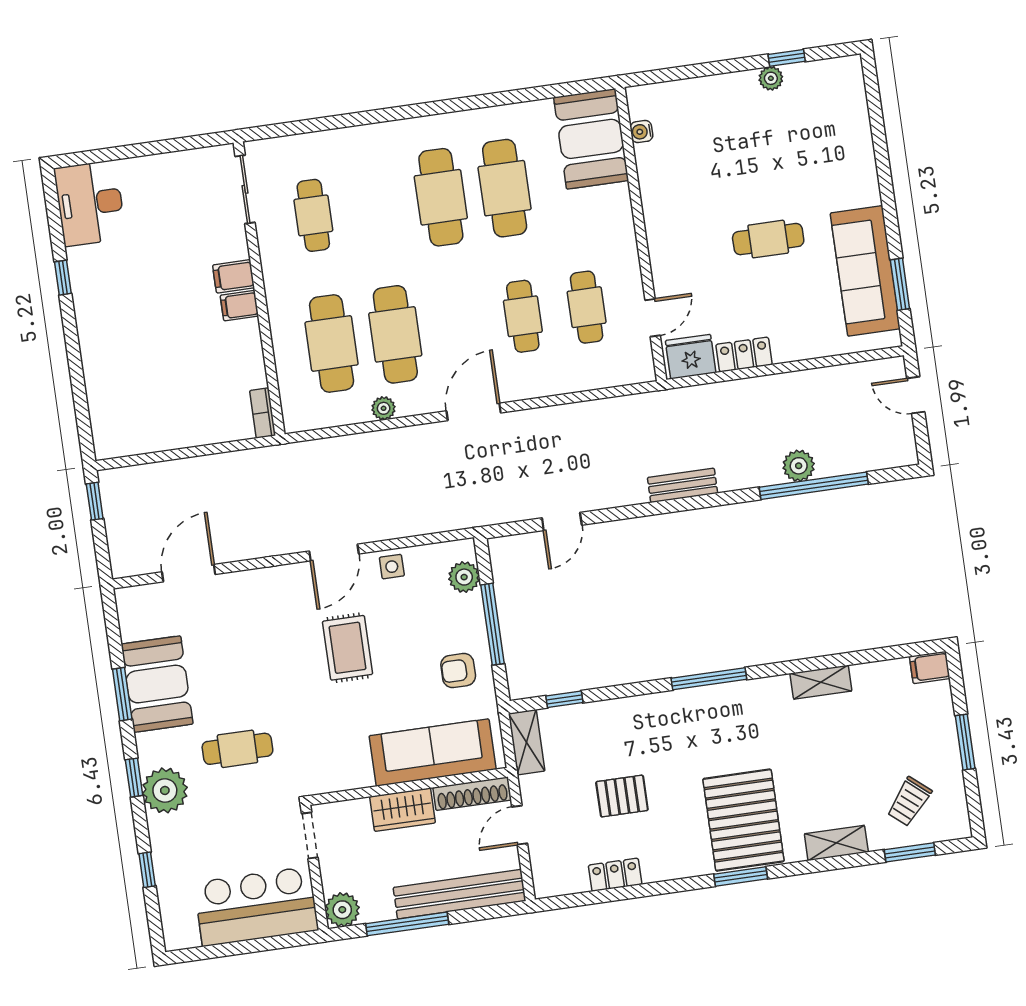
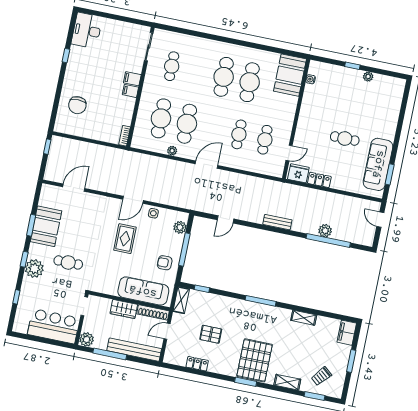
window: (787, 58) -> (352, 66), moved
chair: (130, 382) -> (77, 105), added
filing cabinet: (930, 667) -> (347, 333), width x2.00

